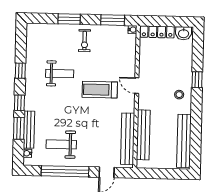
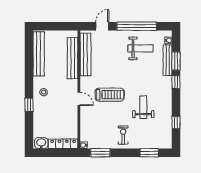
window: (69, 19) -> (149, 153), moved
window: (20, 71) -> (176, 122), moved
weight bench: (60, 74) -> (143, 107), turned 90

